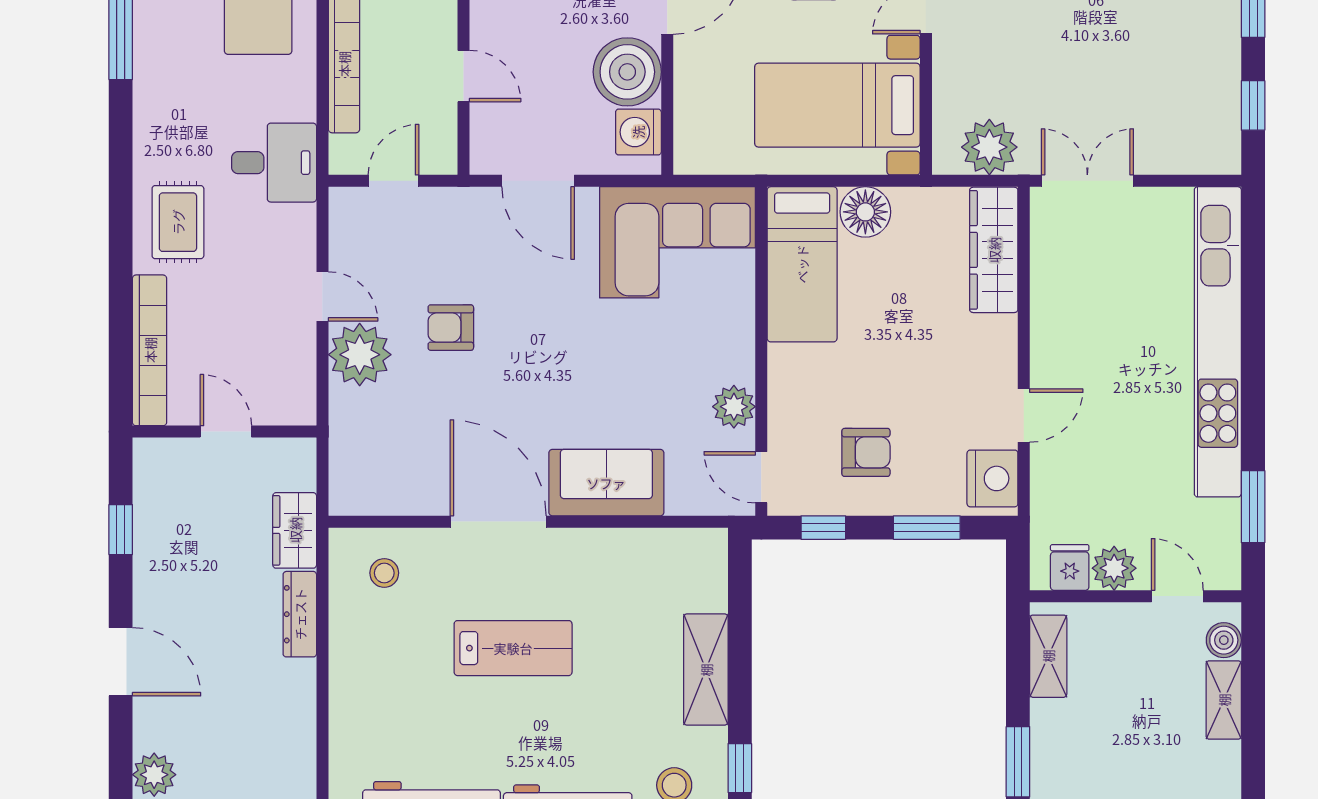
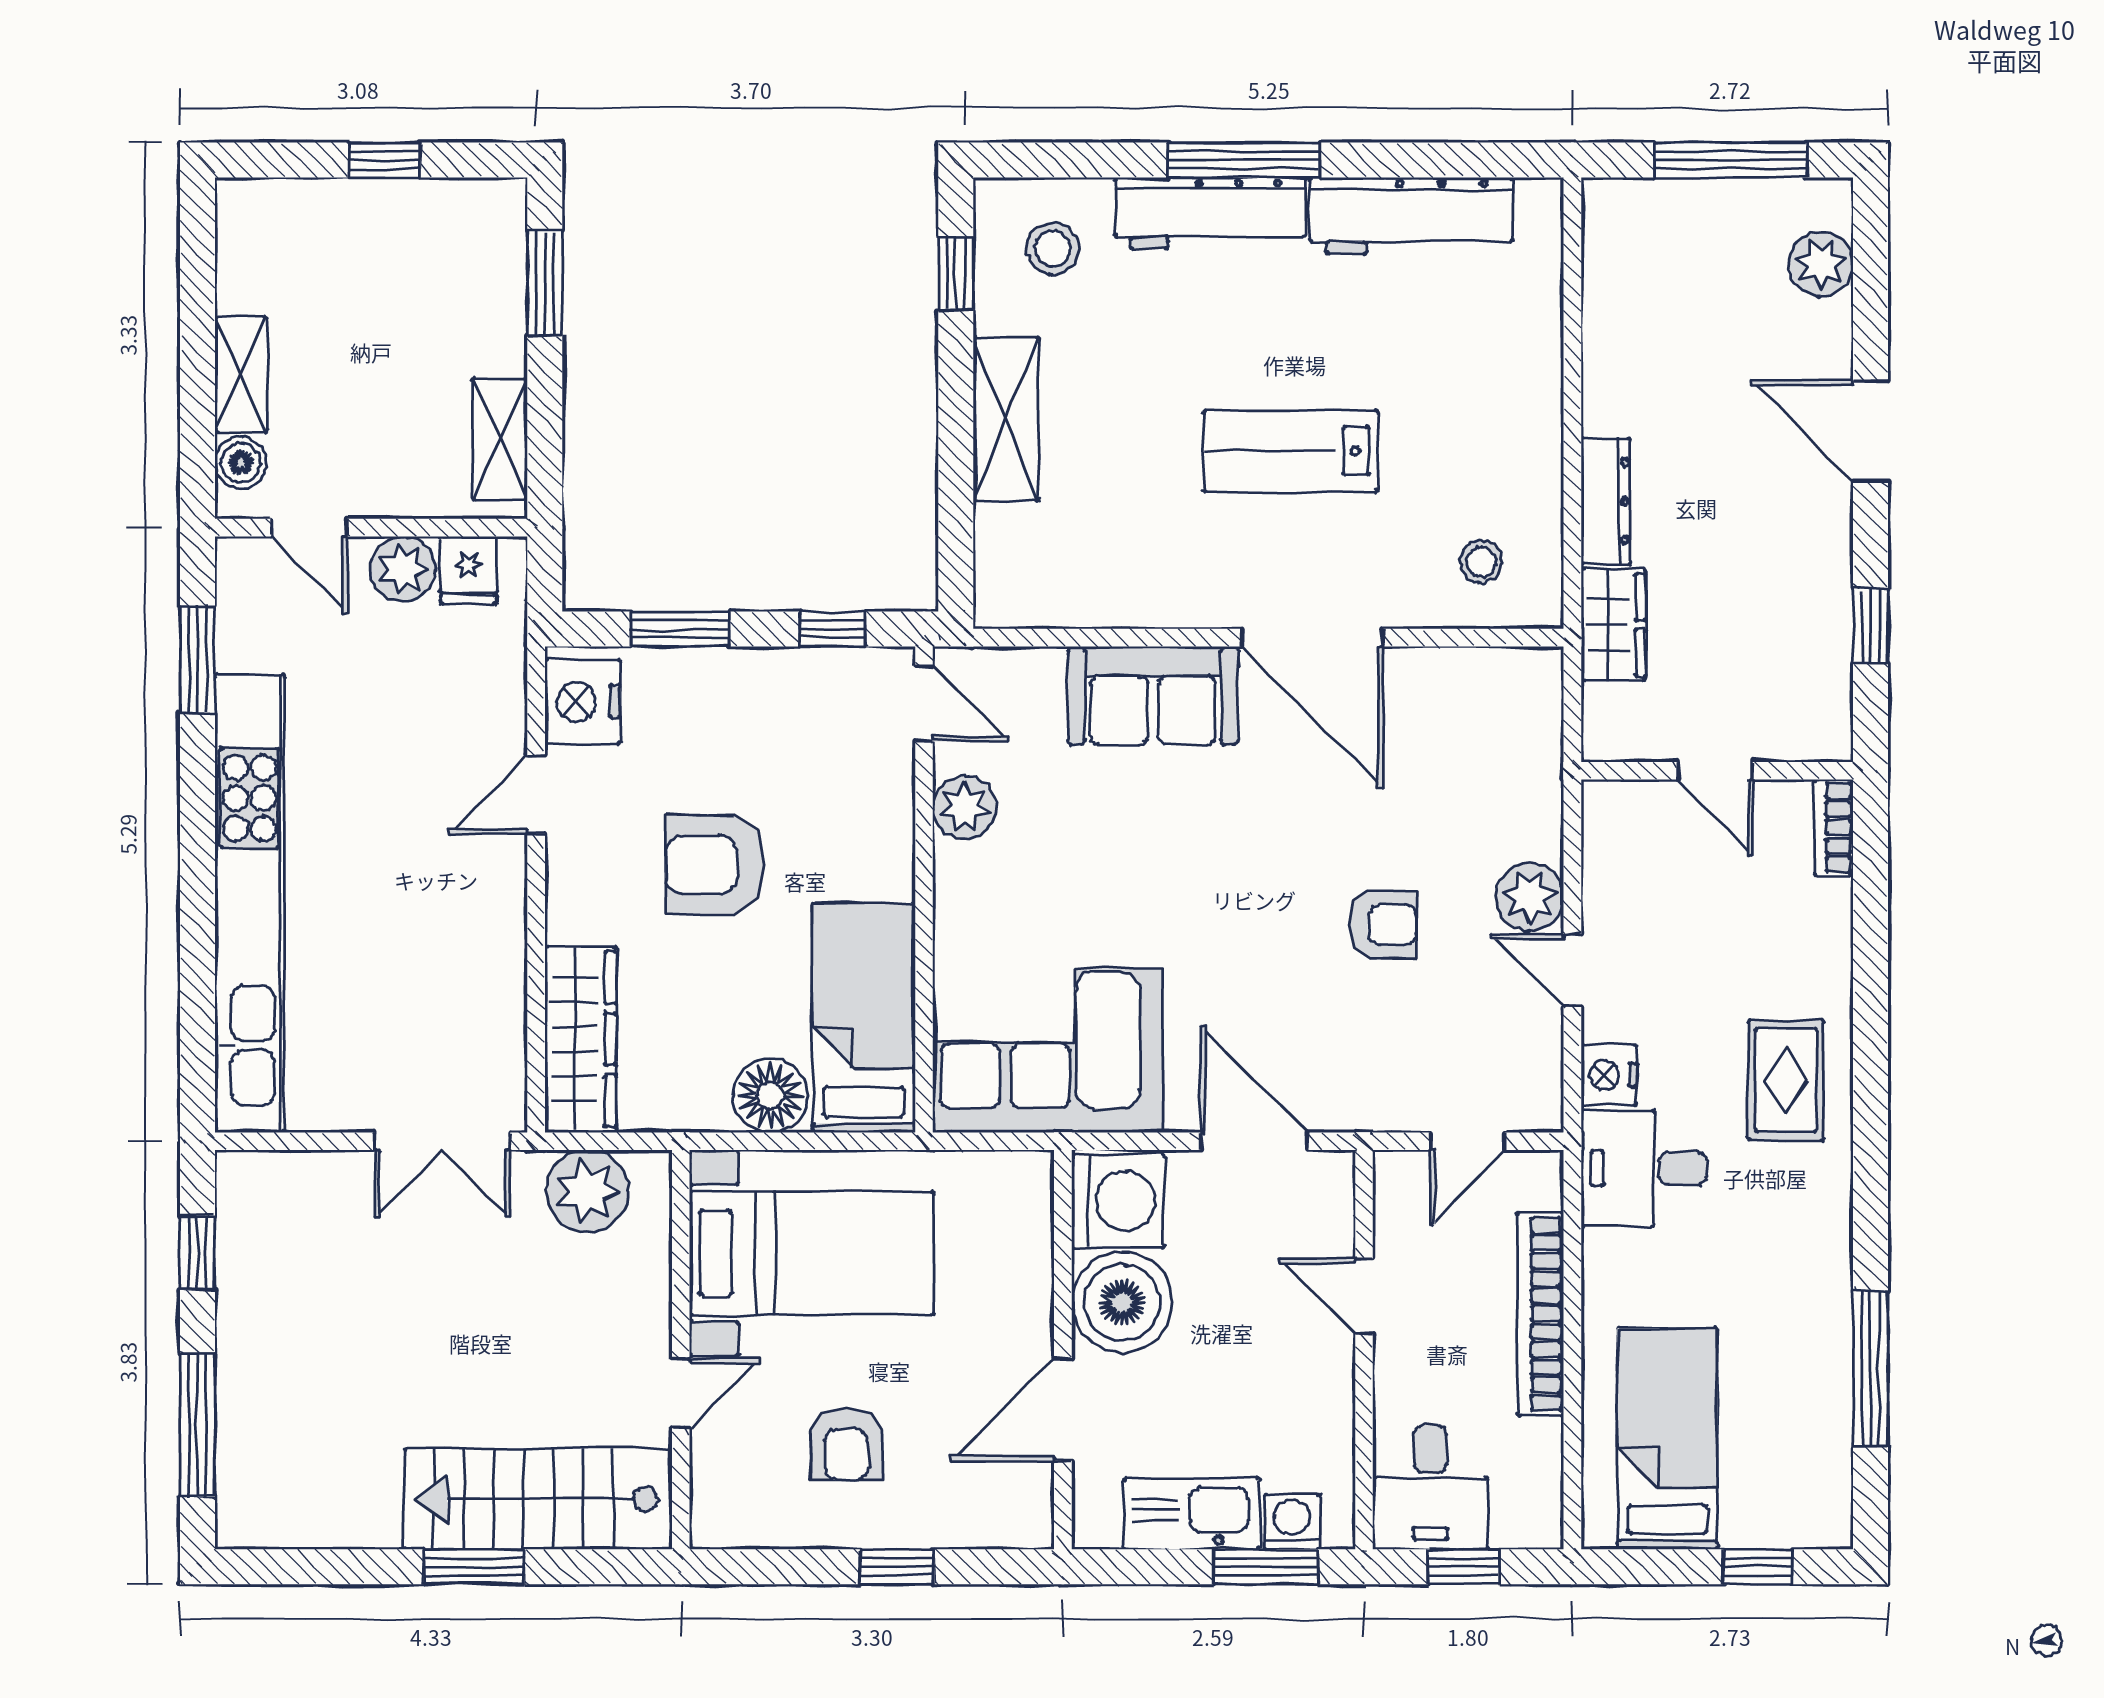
washing machine: (638, 132) -> (1118, 1201), width x1.37, depth x1.37
nightstand: (298, 226) -> (1609, 1075), added
bookcase: (150, 350) -> (1834, 828), width x0.43, depth x0.76
plant: (360, 355) -> (1530, 897), width x0.73, depth x0.73
armchair: (866, 452) -> (715, 865), moved, width x1.38, depth x1.38

